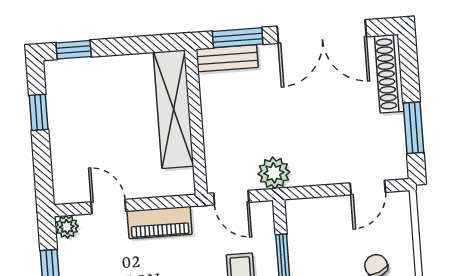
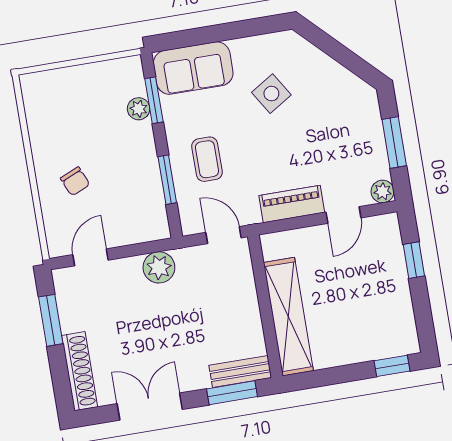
double door: (322, 32) -> (150, 406), width x0.73
window: (39, 112) -> (414, 260), moved
plant: (274, 173) -> (159, 267), moved
door: (108, 207) -> (343, 215), hinge flipped

